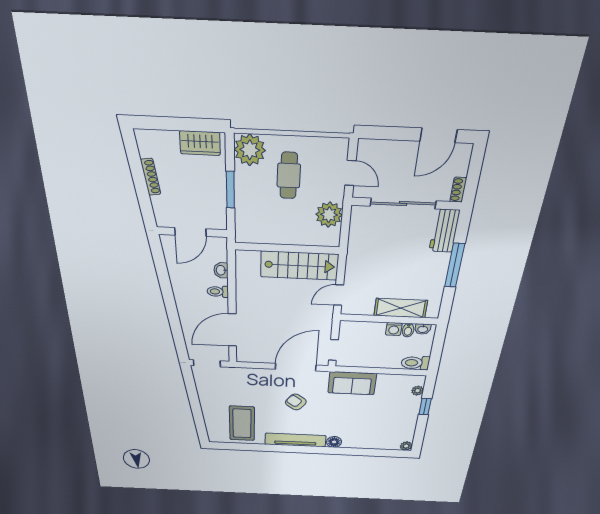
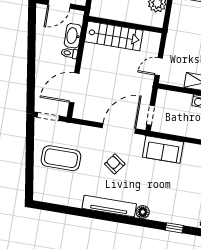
stairs: (299, 266) -> (114, 36), moved
washbasin: (221, 270) -> (73, 36), width x1.91, depth x1.45
coffee table: (242, 423) -> (61, 158), moved, turned 90
window: (371, 452) -> (174, 228), added

